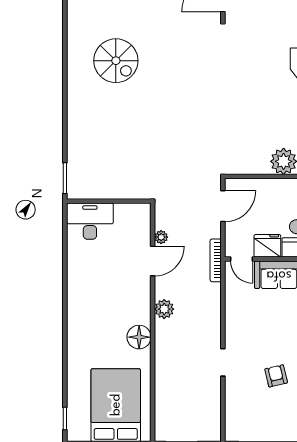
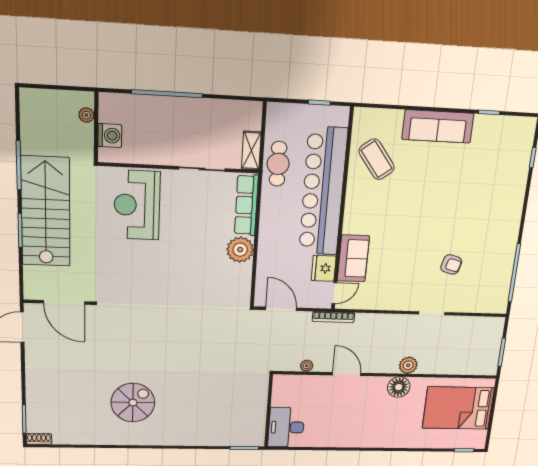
door: (153, 261) -> (347, 374), moved
plant: (164, 309) -> (408, 365), moved
armchair: (276, 376) -> (451, 264), turned -152

